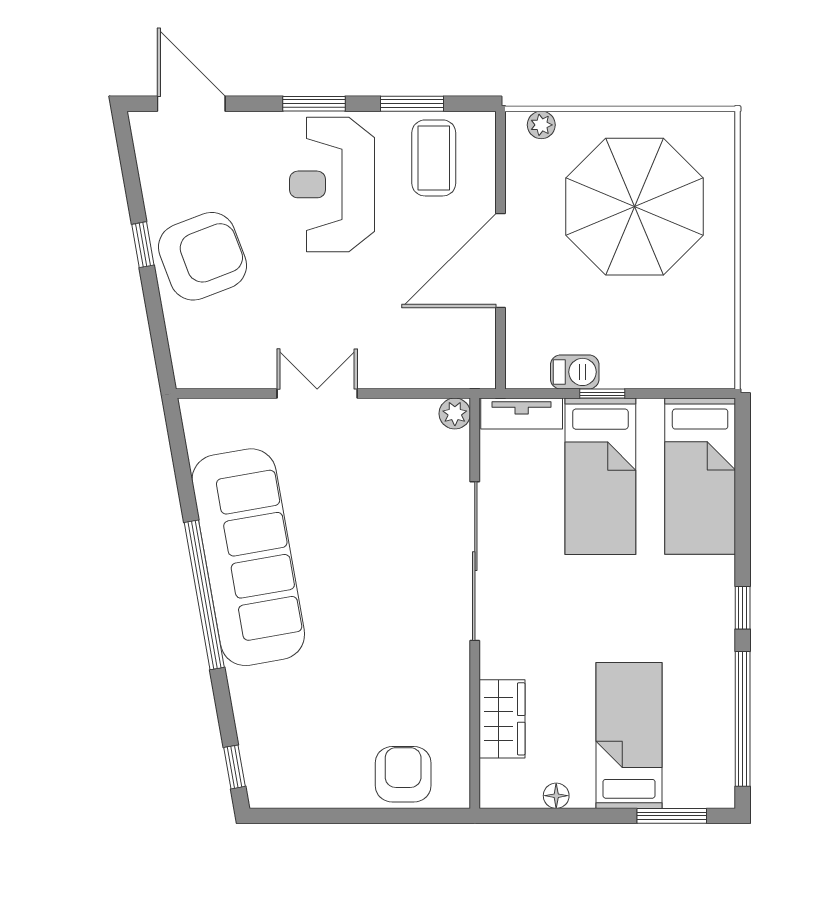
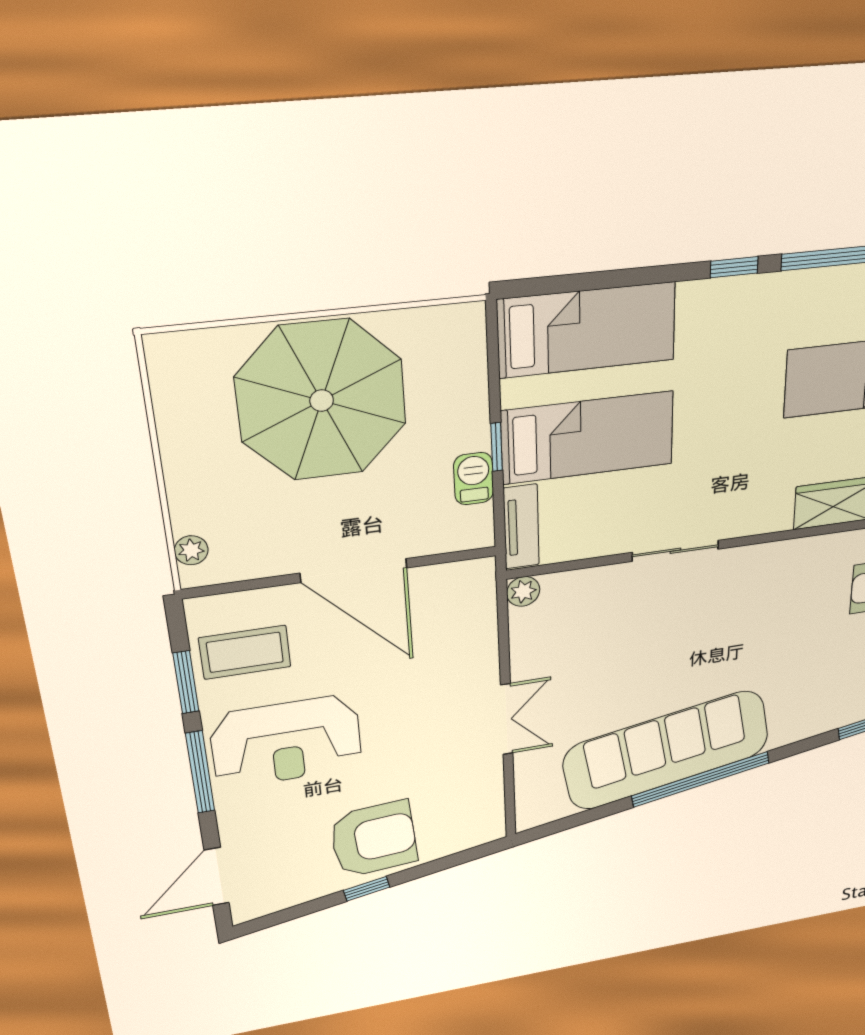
window: (314, 104) -> (200, 772), width x1.44
parasol: (635, 207) -> (322, 401), moved
armchair: (203, 256) -> (374, 839), turned 107
double door: (317, 394) -> (507, 719), swing flipped
sliding door: (475, 561) -> (675, 551), width x0.54

